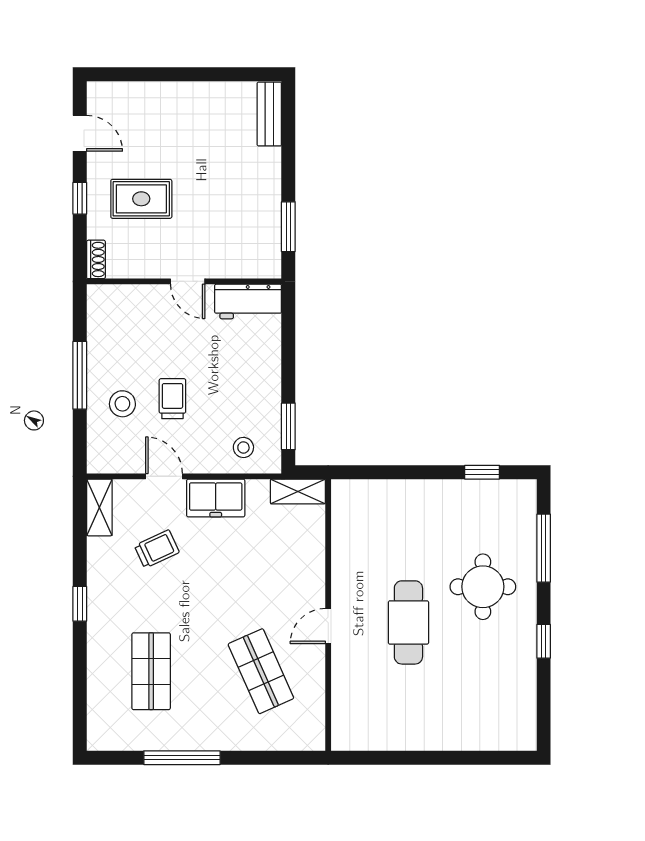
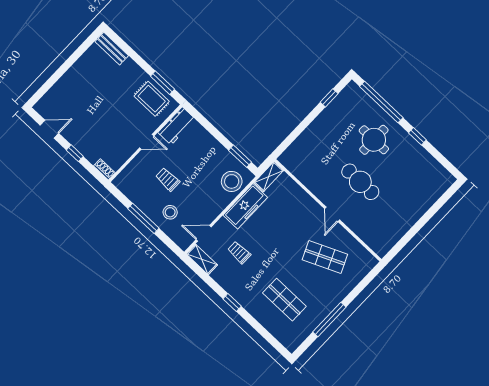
rug: (141, 199) -> (152, 99), moved, turned 90
trolley: (172, 399) -> (168, 179), moved
stool: (243, 447) -> (232, 181), width x1.89, depth x1.89
door: (164, 476) -> (204, 233), moved
freezer: (216, 498) -> (245, 206), width x1.40
window: (544, 548) -> (381, 102), width x1.46
trolley: (157, 549) -> (239, 252), turned -65

